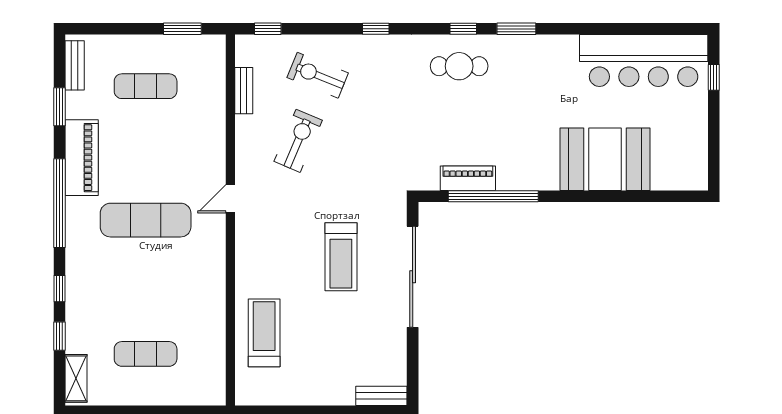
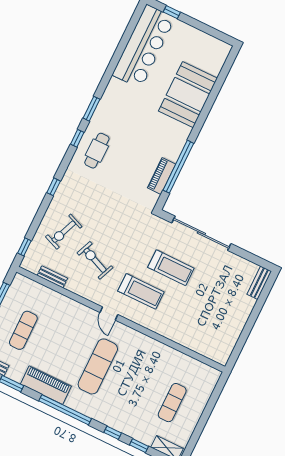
treadmill: (264, 333) -> (141, 291), moved, turned 180

